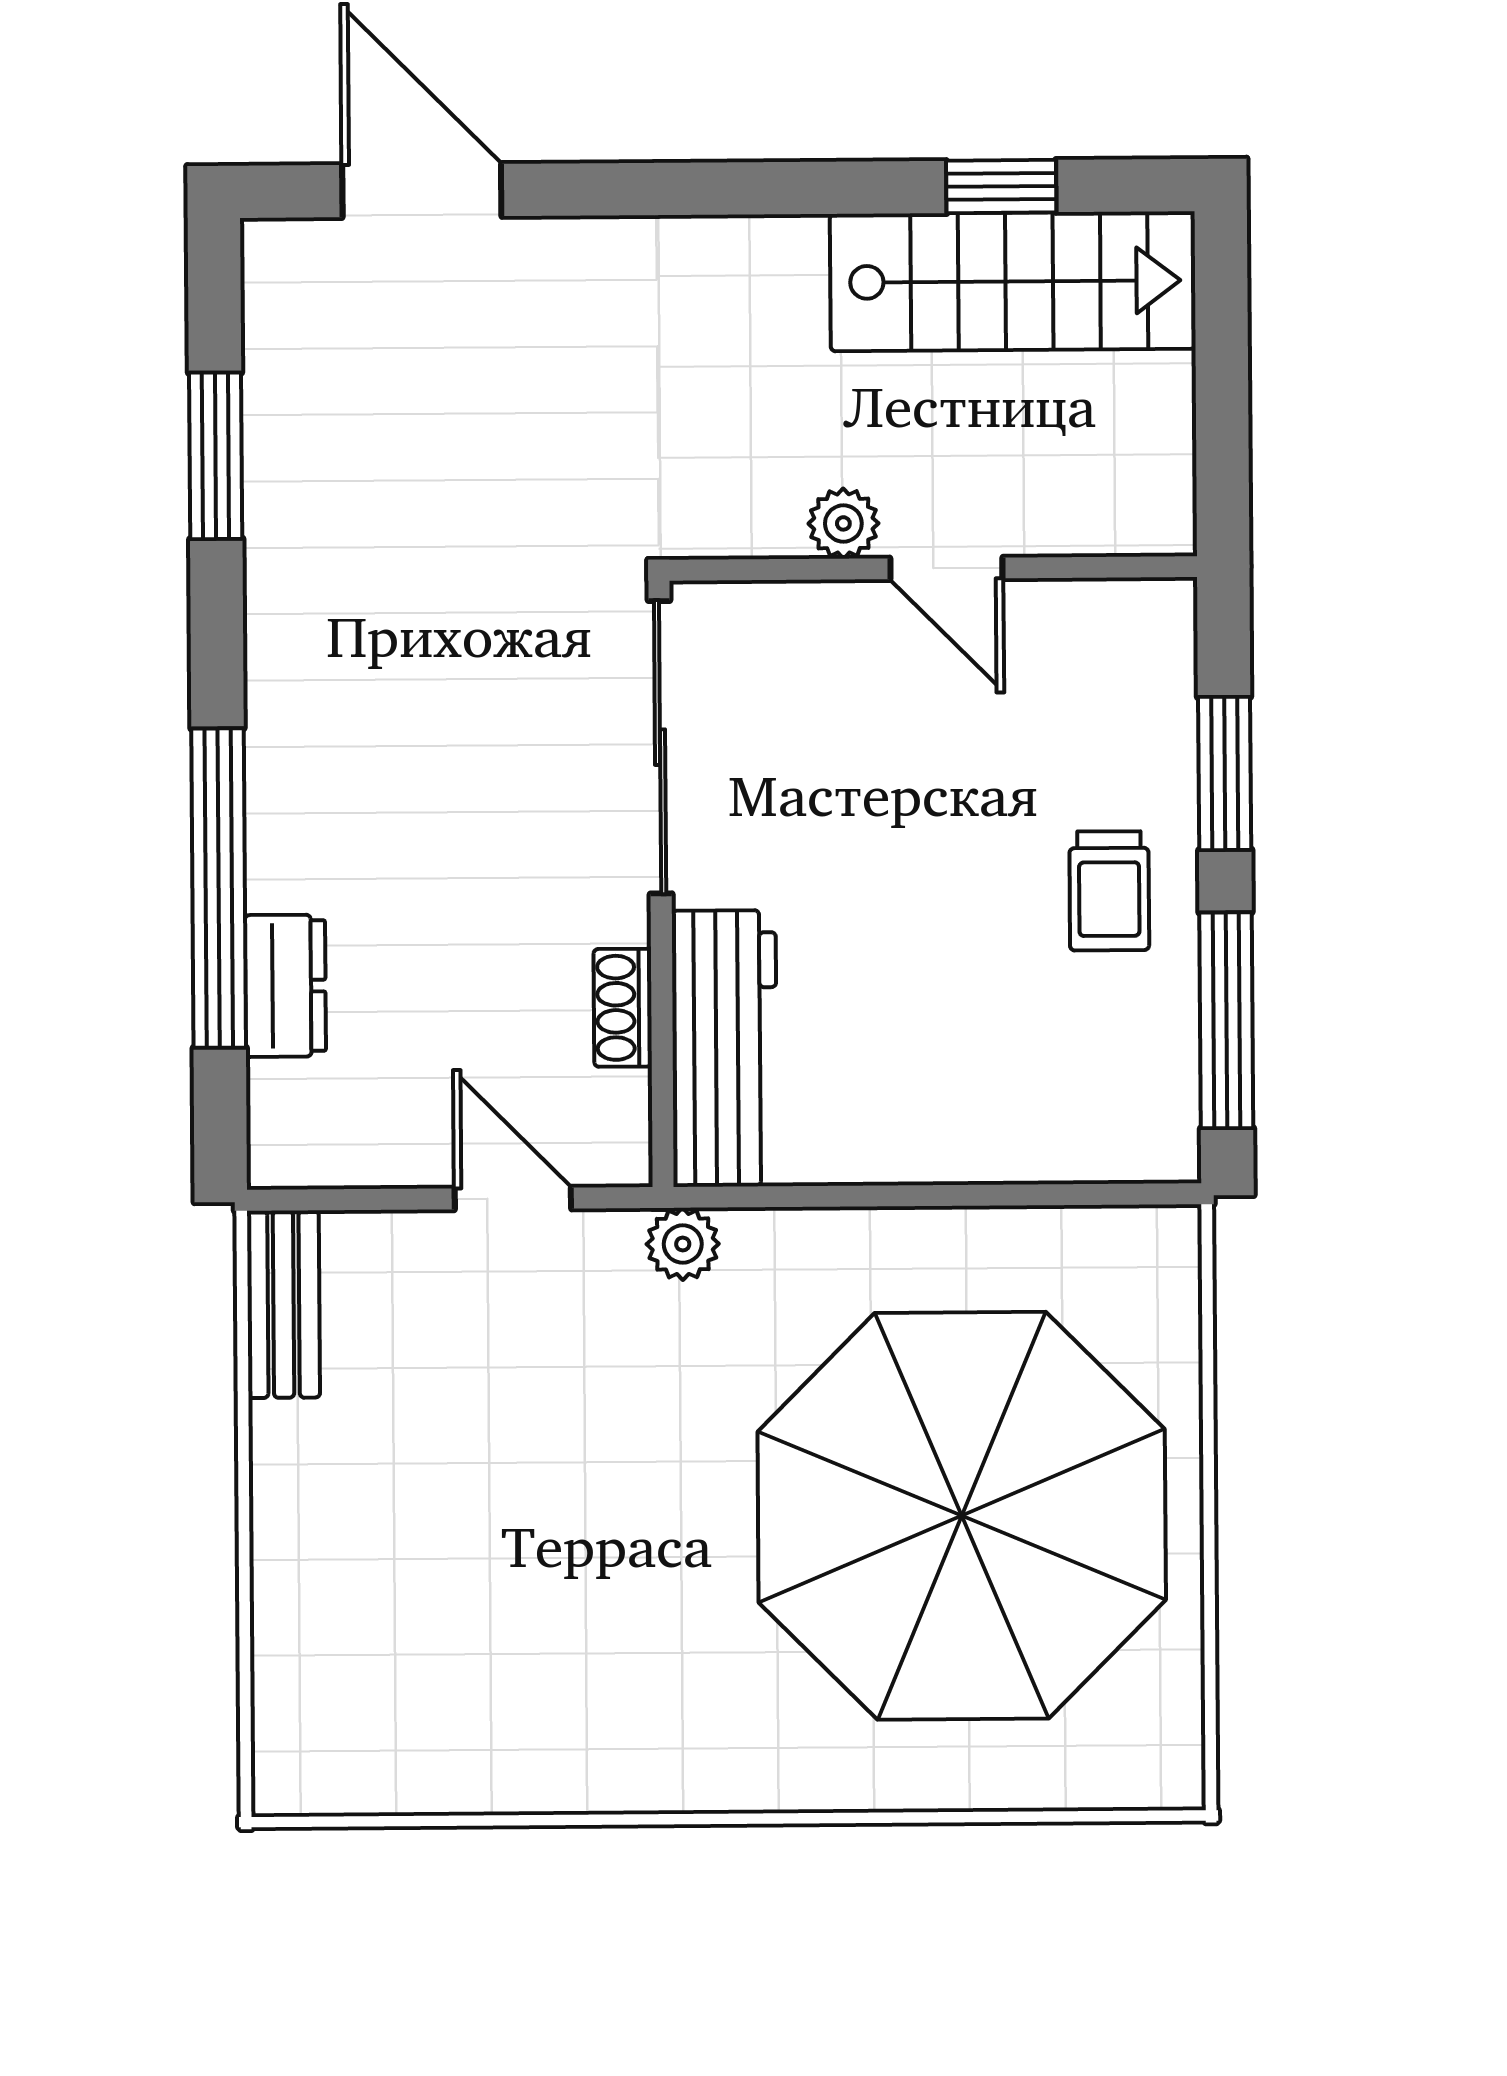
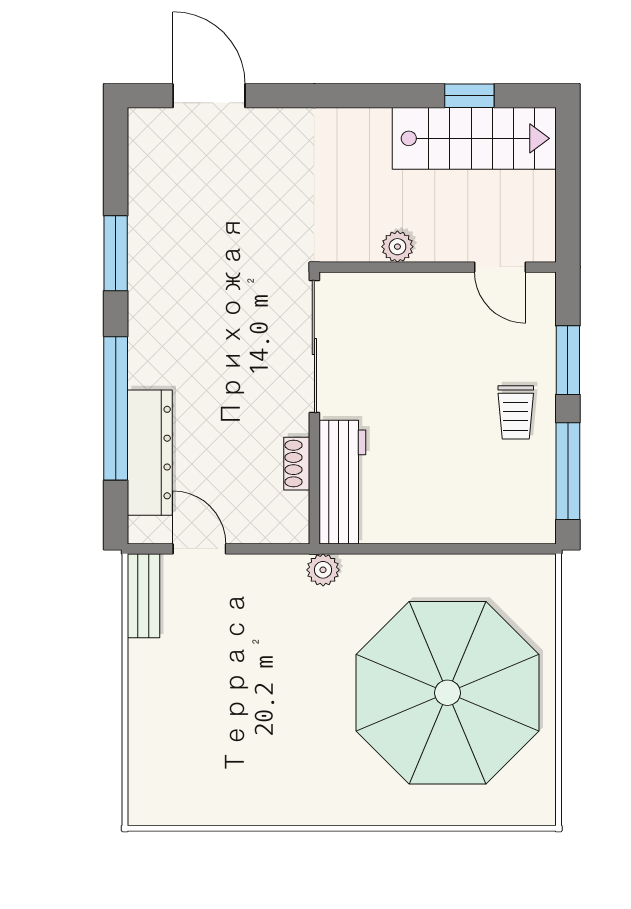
window: (216, 456) -> (116, 253), moved
door: (946, 568) -> (500, 267), moved
dresser: (285, 986) -> (150, 453), width x1.96, depth x1.24
door: (513, 1198) -> (199, 549), moved

